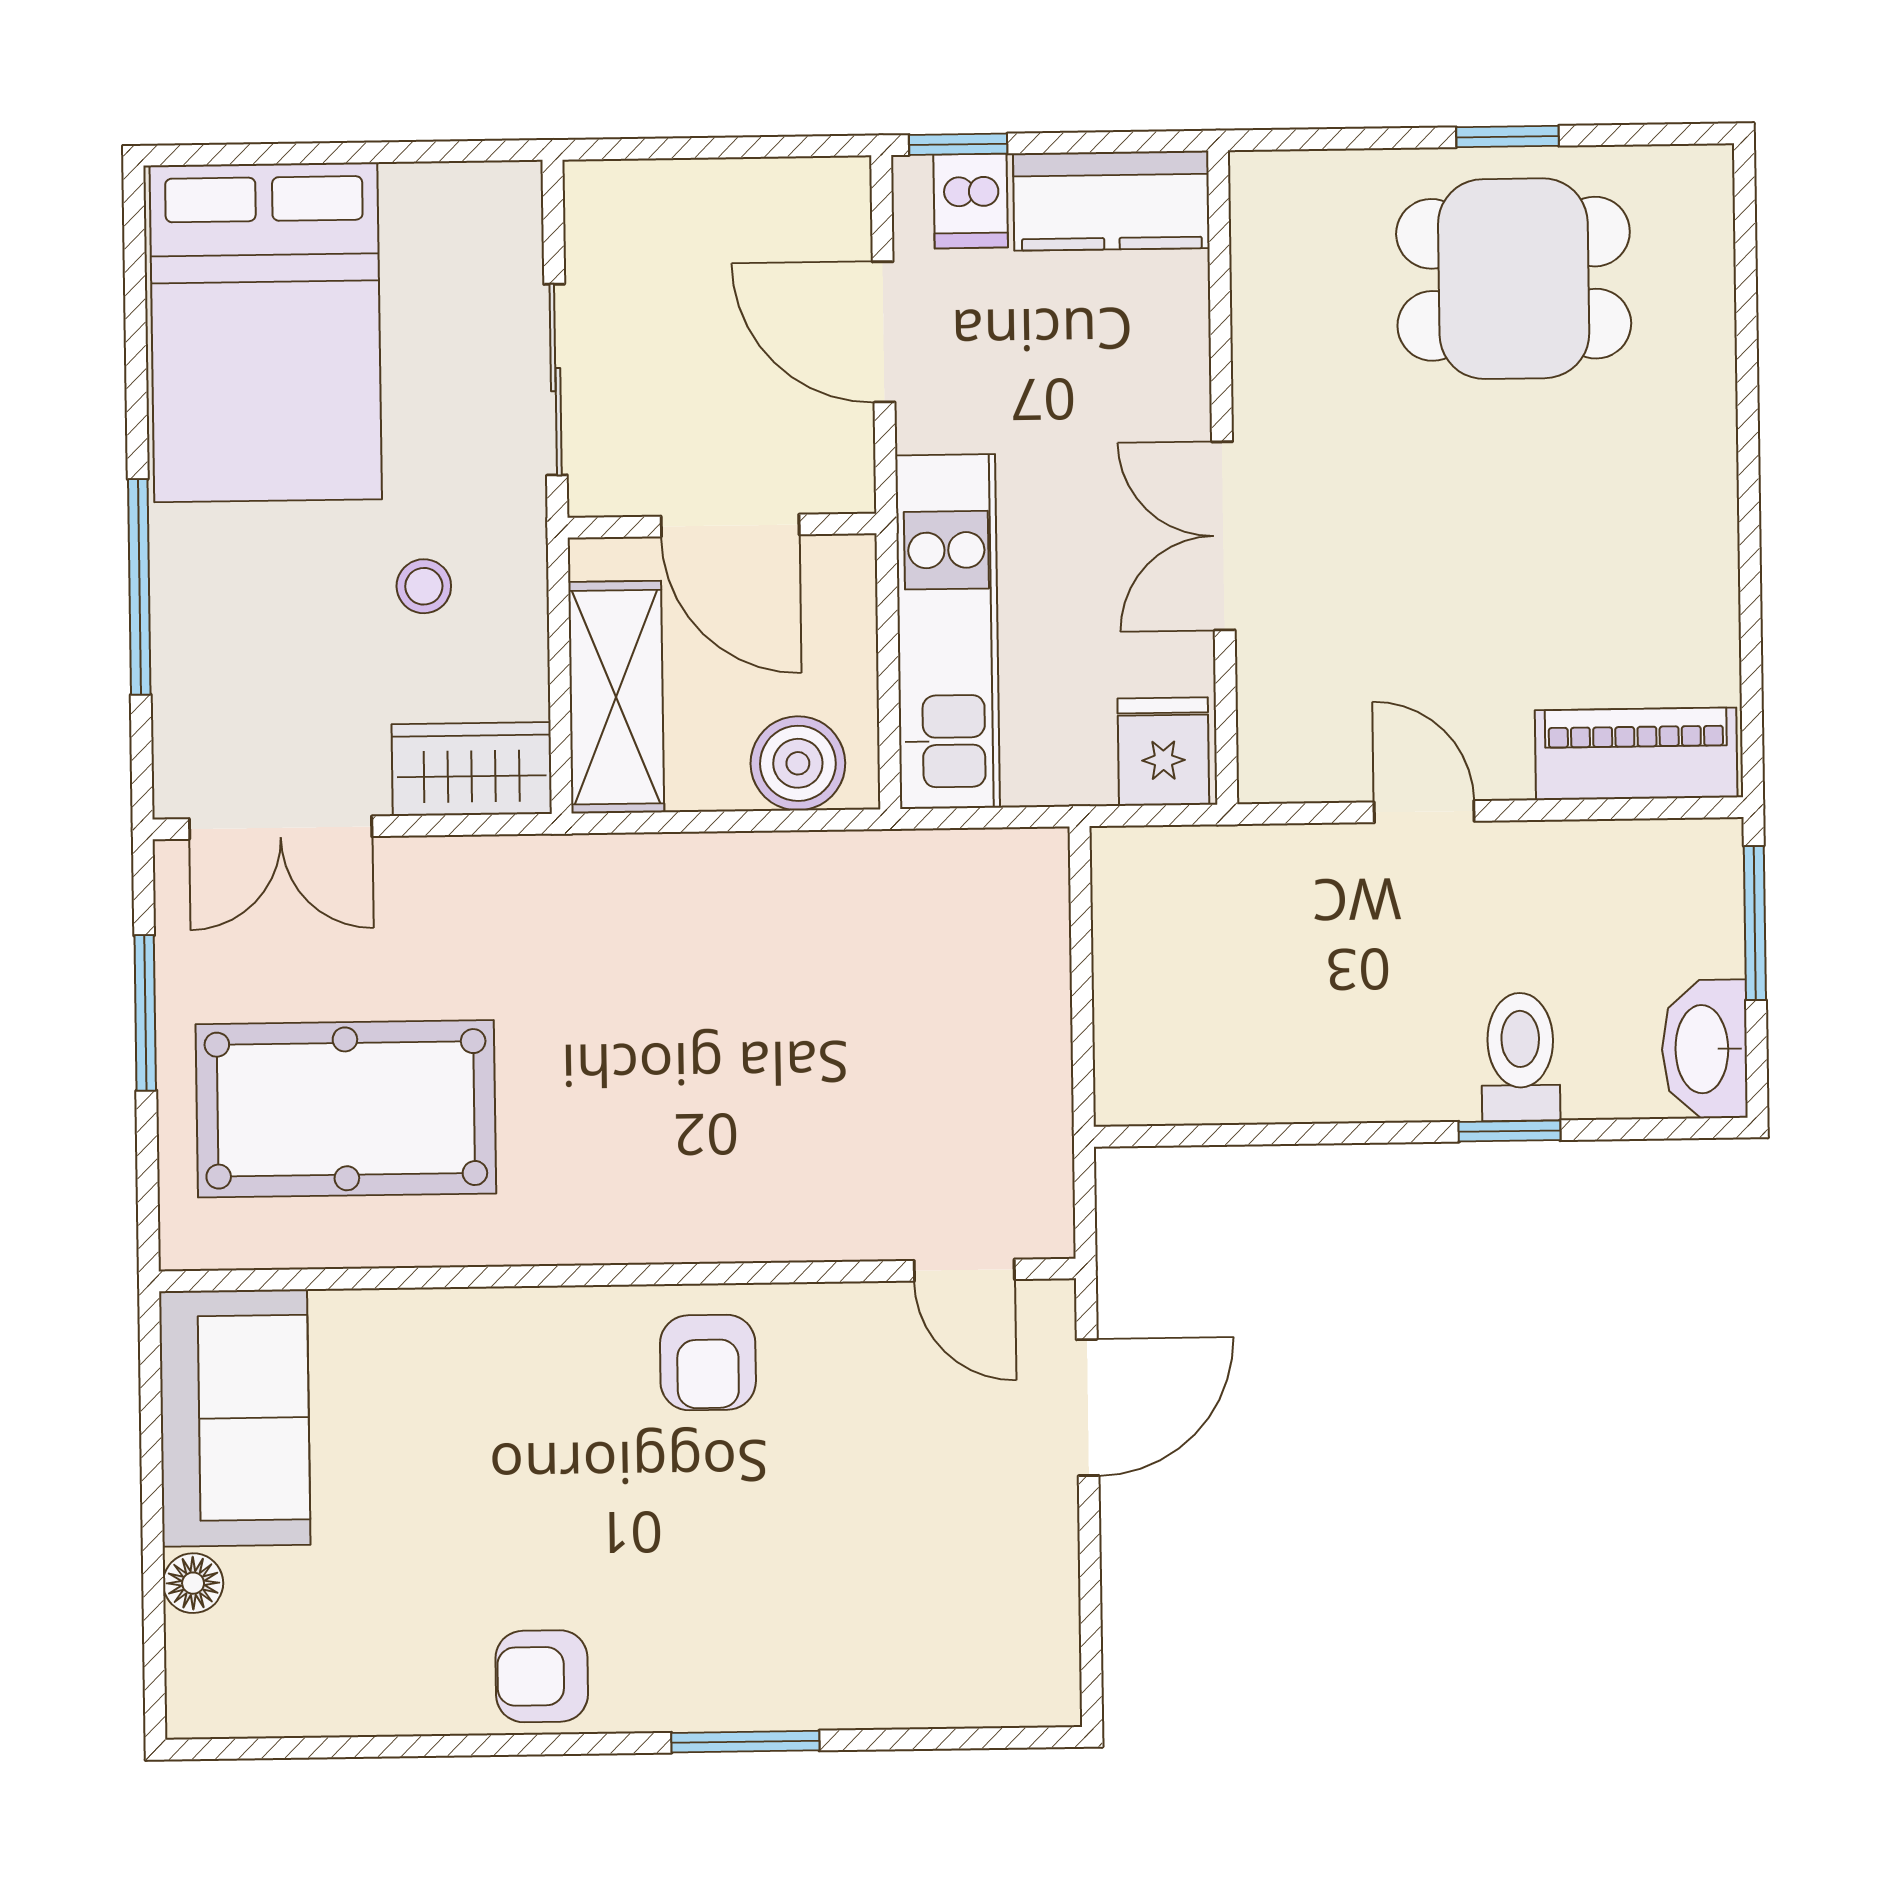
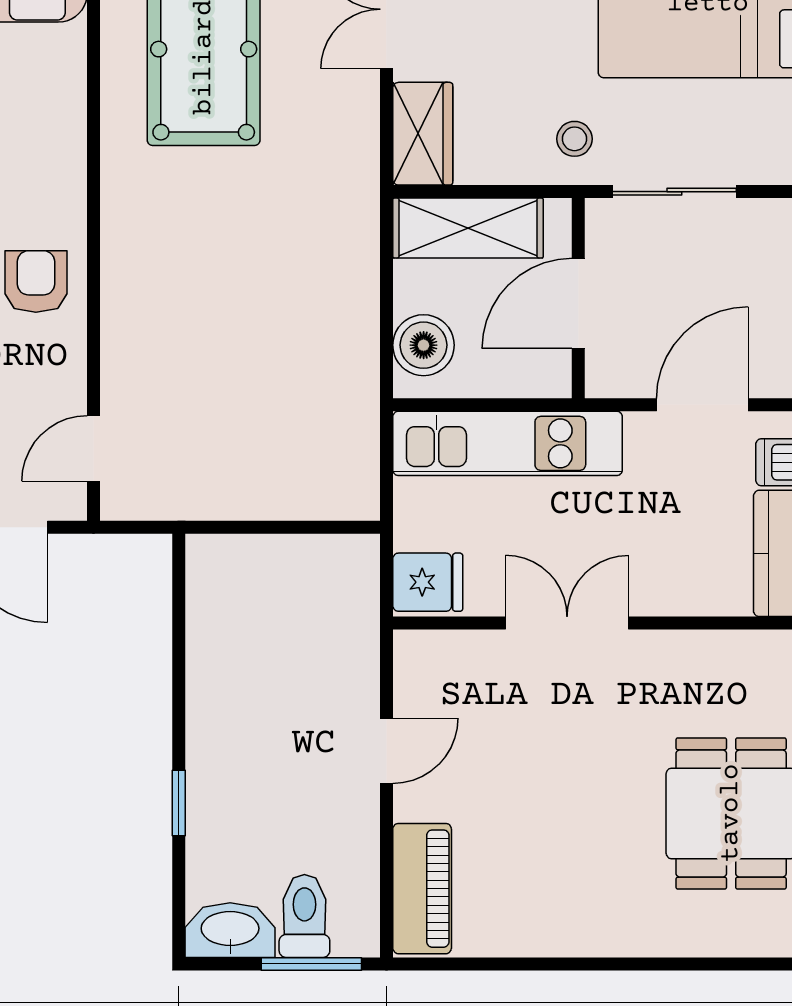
stool: (424, 586) -> (574, 139), moved
toilet: (1520, 1057) -> (304, 916), moved, turned -90
armchair: (708, 1362) -> (36, 281), turned 90

